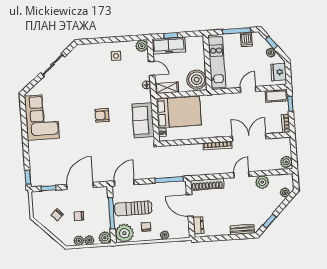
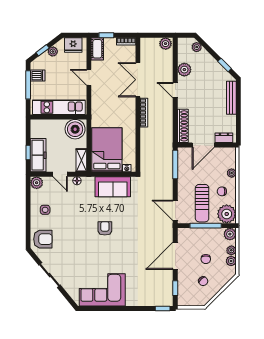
armchair: (87, 56) -> (43, 239), added
door: (152, 68) -> (60, 174), swing flipped
armchair: (102, 115) -> (105, 228), turned 180
door: (80, 186) -> (175, 256), hinge flipped
bench: (242, 230) -> (231, 98), width x1.36

